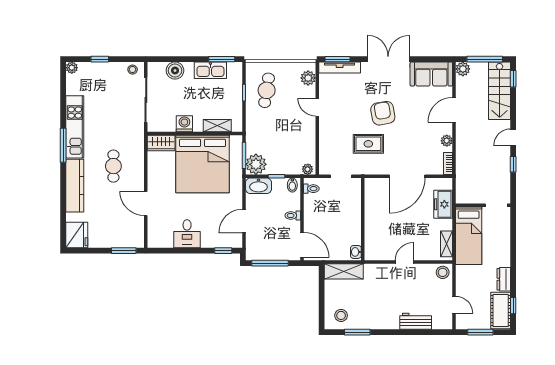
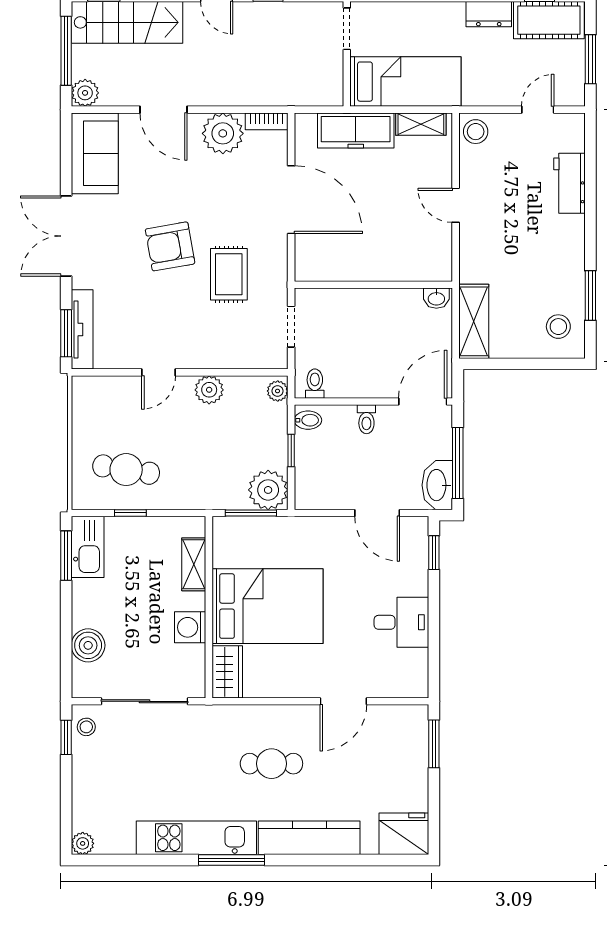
window: (100, 59) -> (66, 737), moved
kitchen sink: (210, 70) -> (88, 547), moved
plant: (308, 78) -> (209, 390), moved
plant: (447, 141) -> (223, 133), width x1.87, depth x1.87
bed: (203, 164) -> (268, 606), width x0.73
washbasin: (258, 186) -> (437, 485), moved, turned 180
freezer: (443, 204) -> (356, 131), width x1.40

